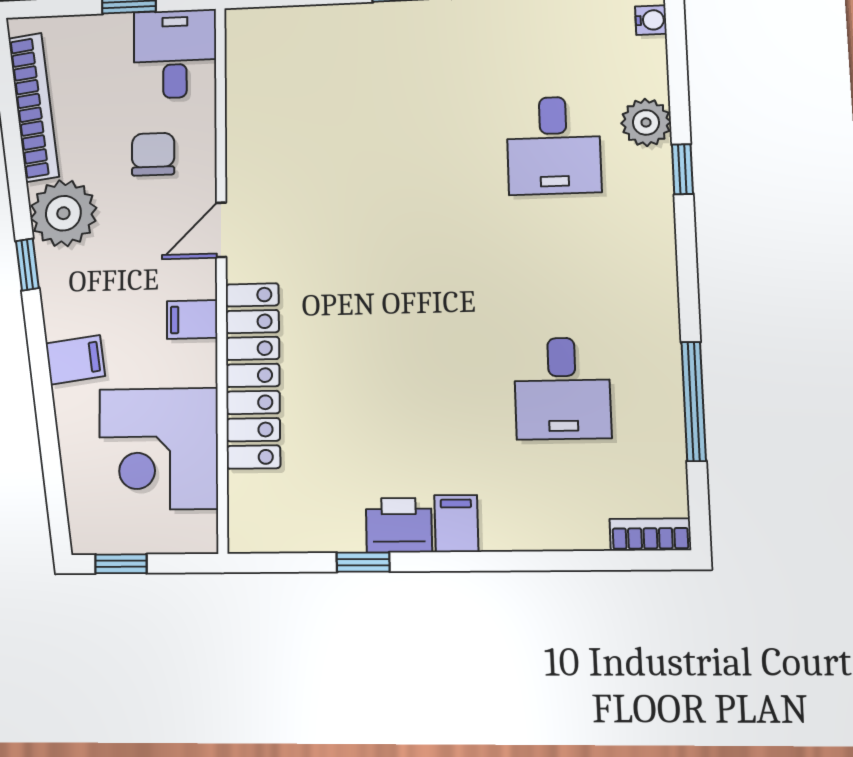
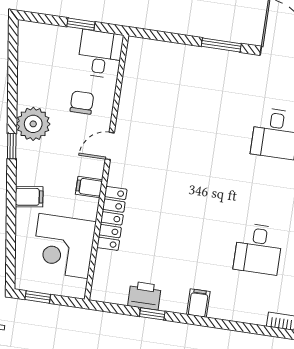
bookcase: (34, 107) -> (25, 68), removed
locker: (253, 375) -> (112, 218), width x0.71, depth x0.83
printer: (399, 525) -> (144, 296), moved

